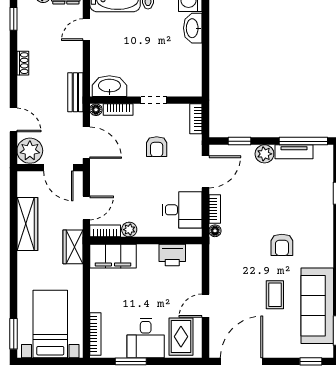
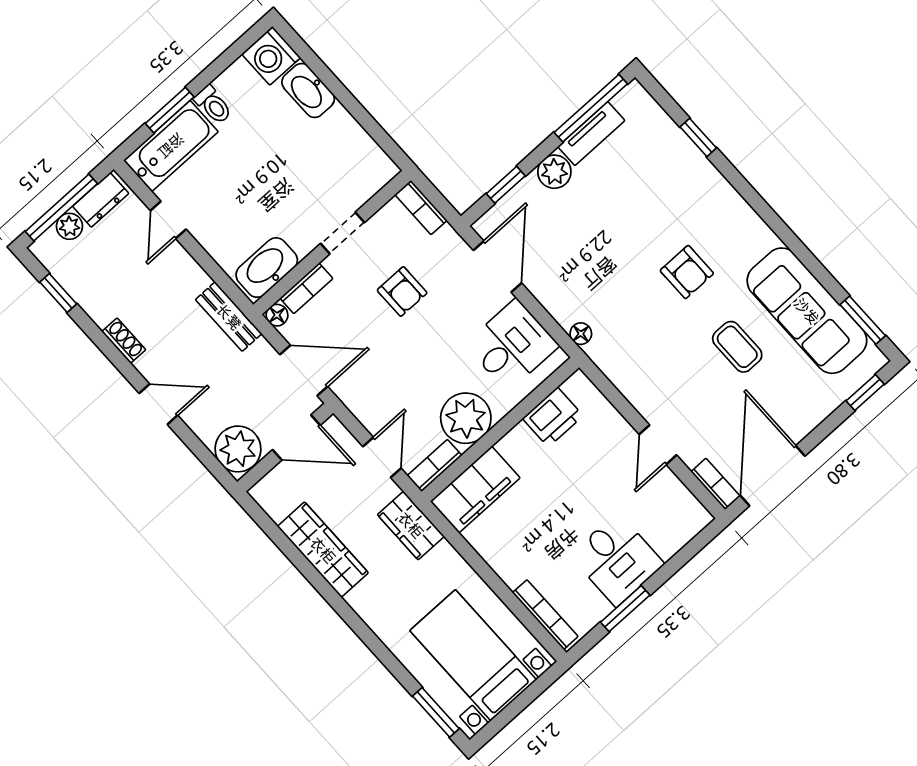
door: (14, 120) -> (158, 404), moved
bookcase: (215, 209) -> (716, 484), moved
plant: (129, 230) -> (466, 418), width x1.87, depth x1.87
rug: (181, 337) -> (662, 515), removed

